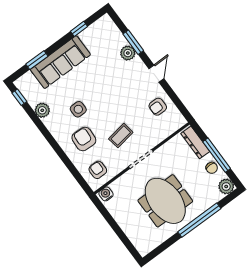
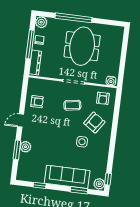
plant: (42, 110) -> (99, 184), moved
armchair: (84, 139) -> (94, 123), turned -149

